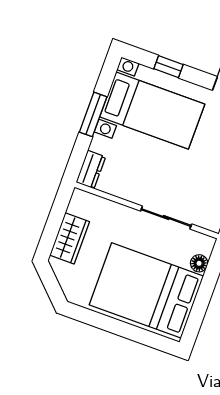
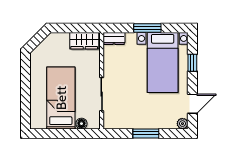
wardrobe: (70, 238) -> (84, 41), moved
bed: (146, 290) -> (61, 98), width x0.67

